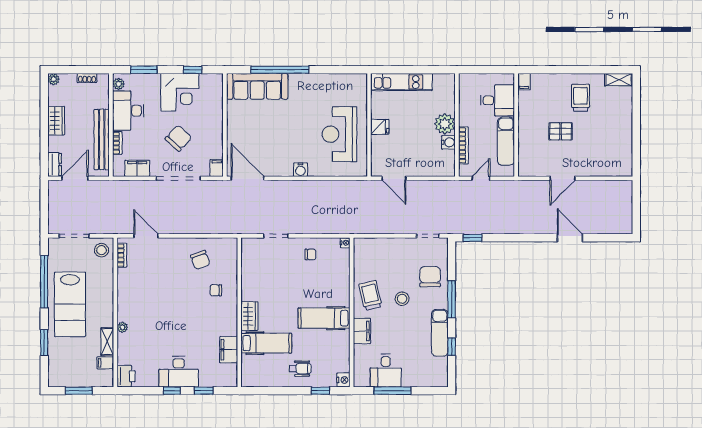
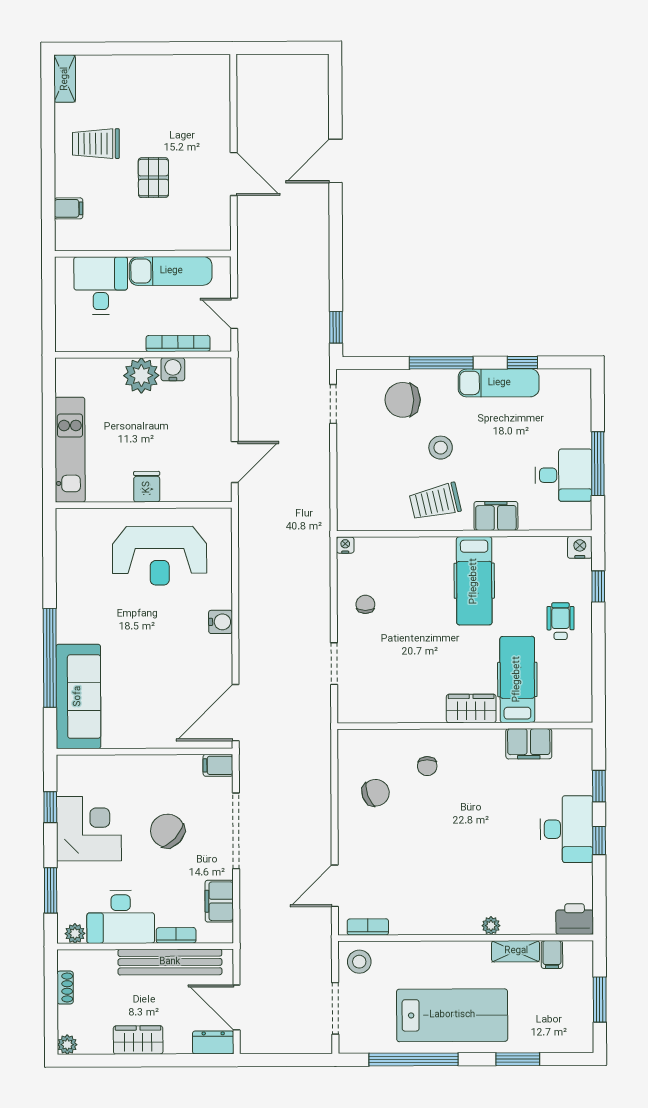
filing cabinet: (524, 82) -> (69, 208), moved

